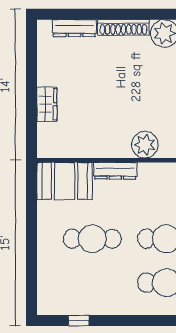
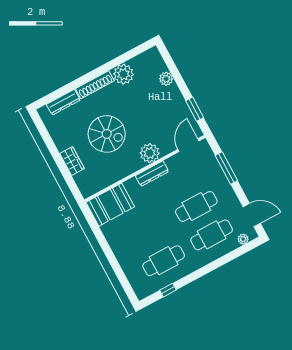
spiral stairs: (106, 94) -> (107, 134), added
dresser: (115, 171) -> (152, 174), moved
cafe table: (92, 239) -> (164, 261), moved

